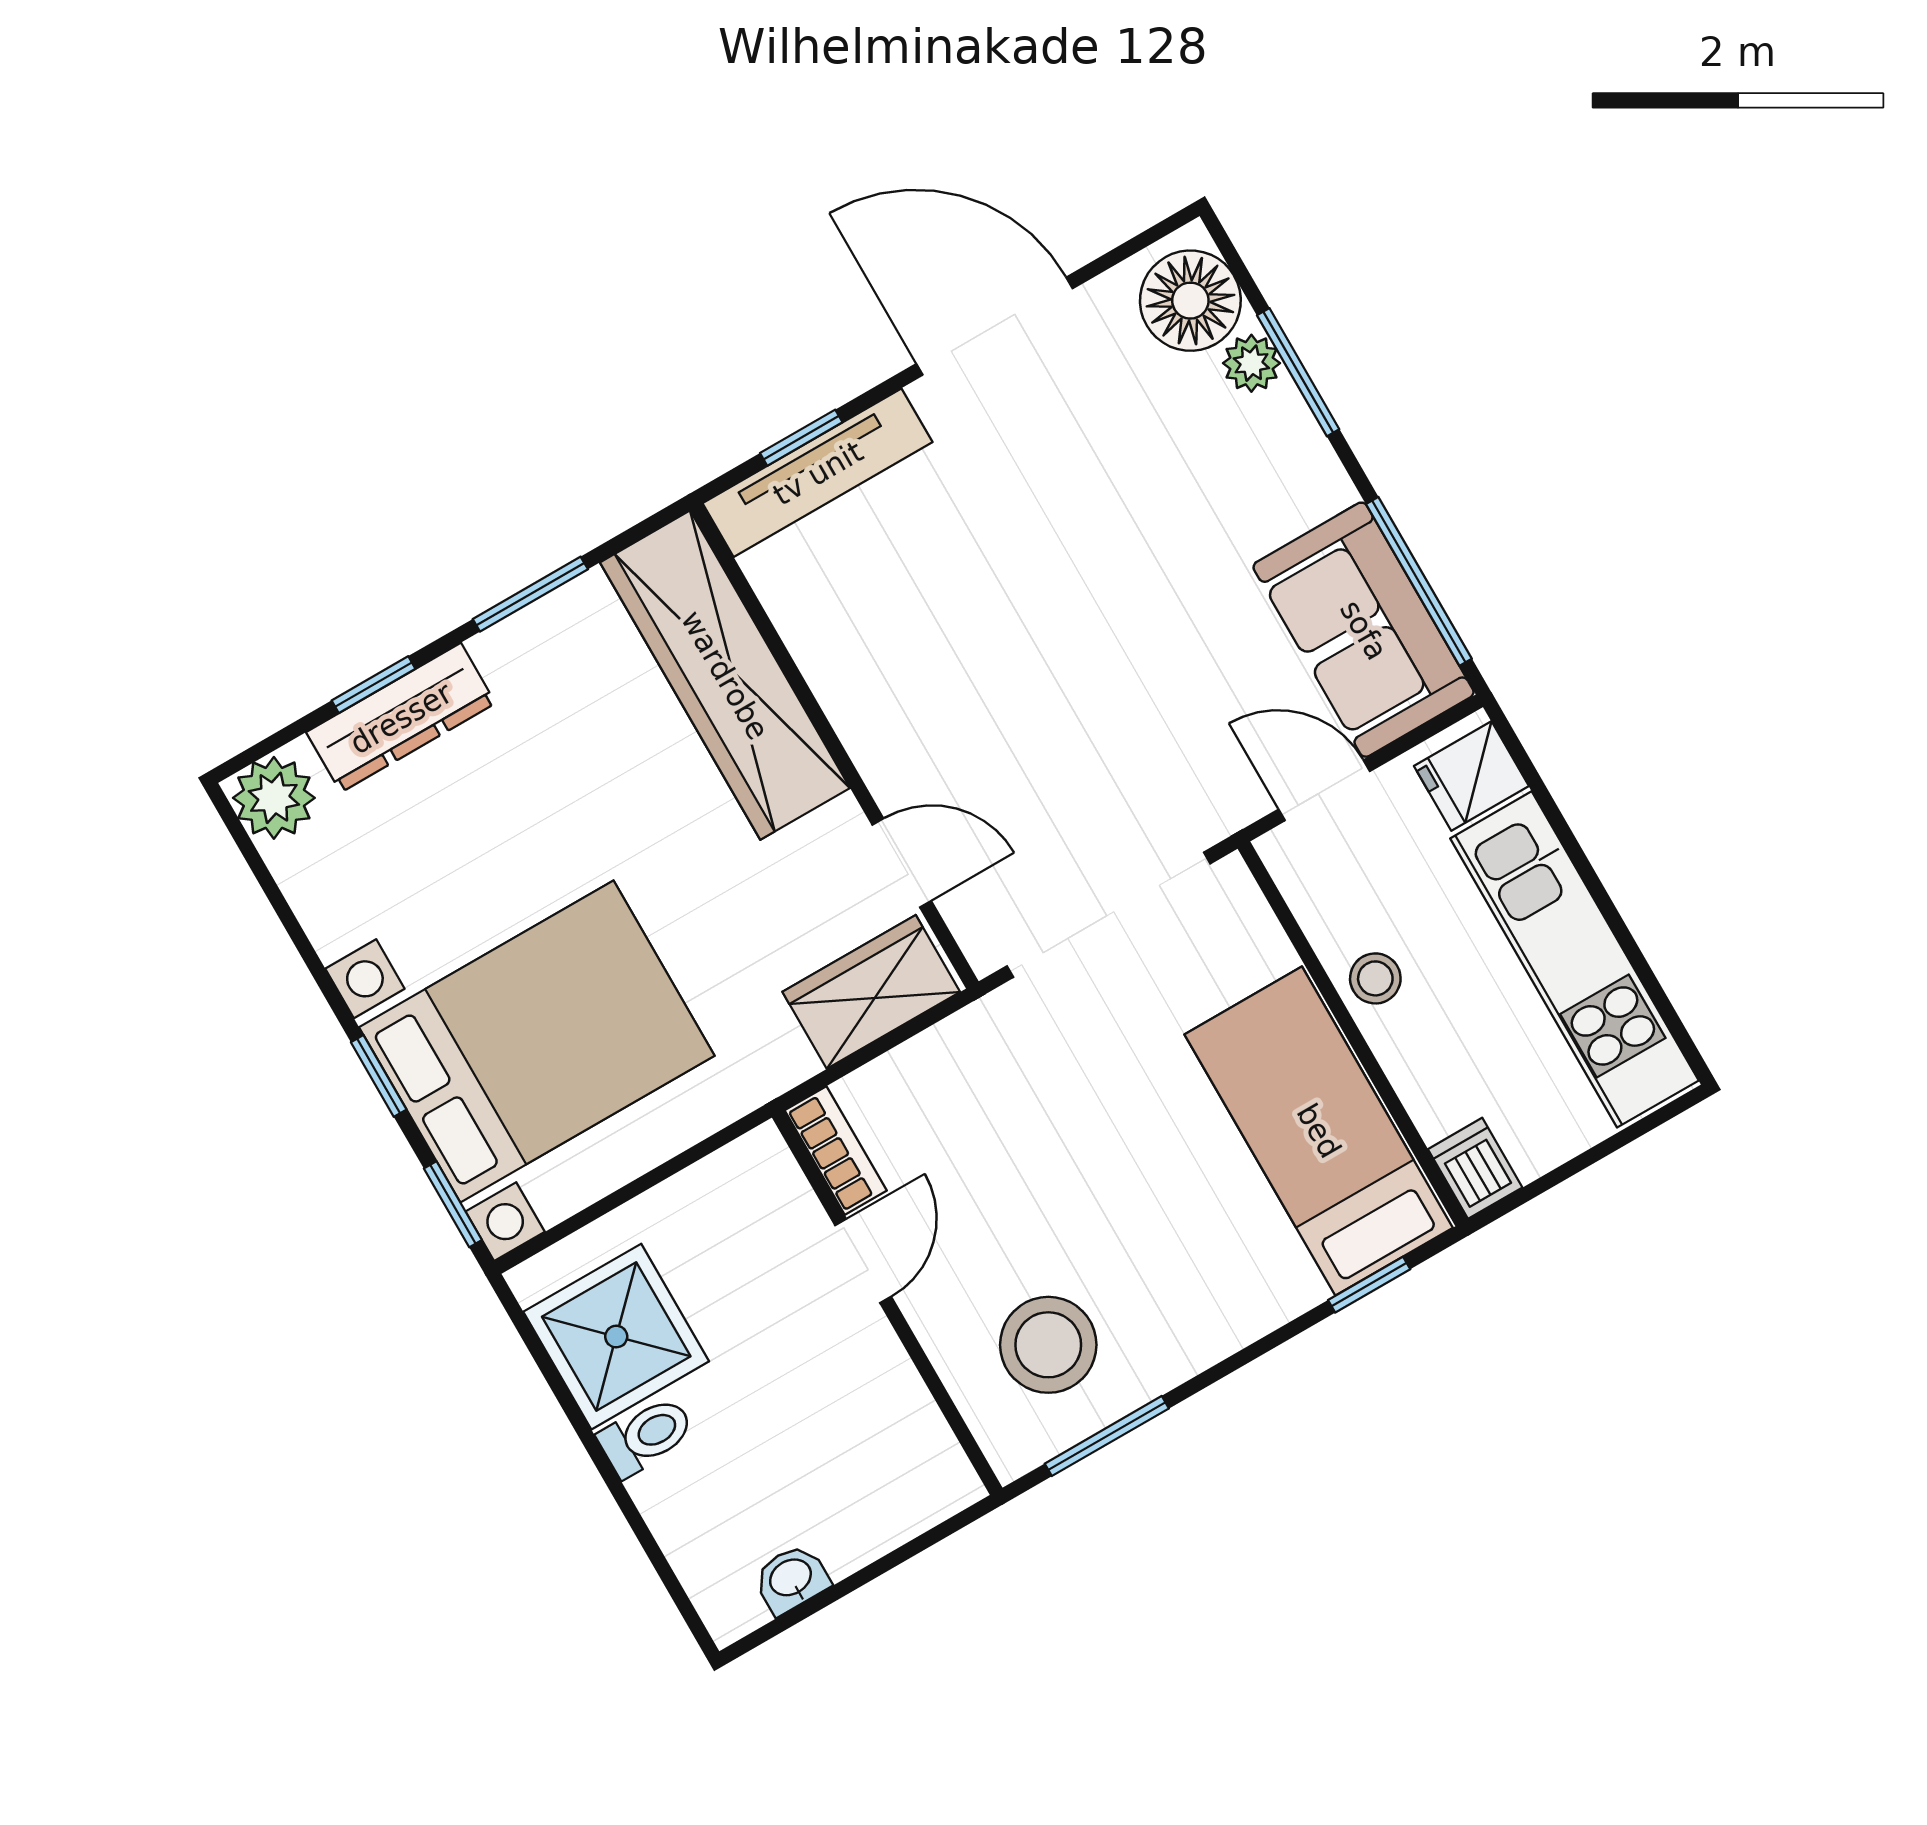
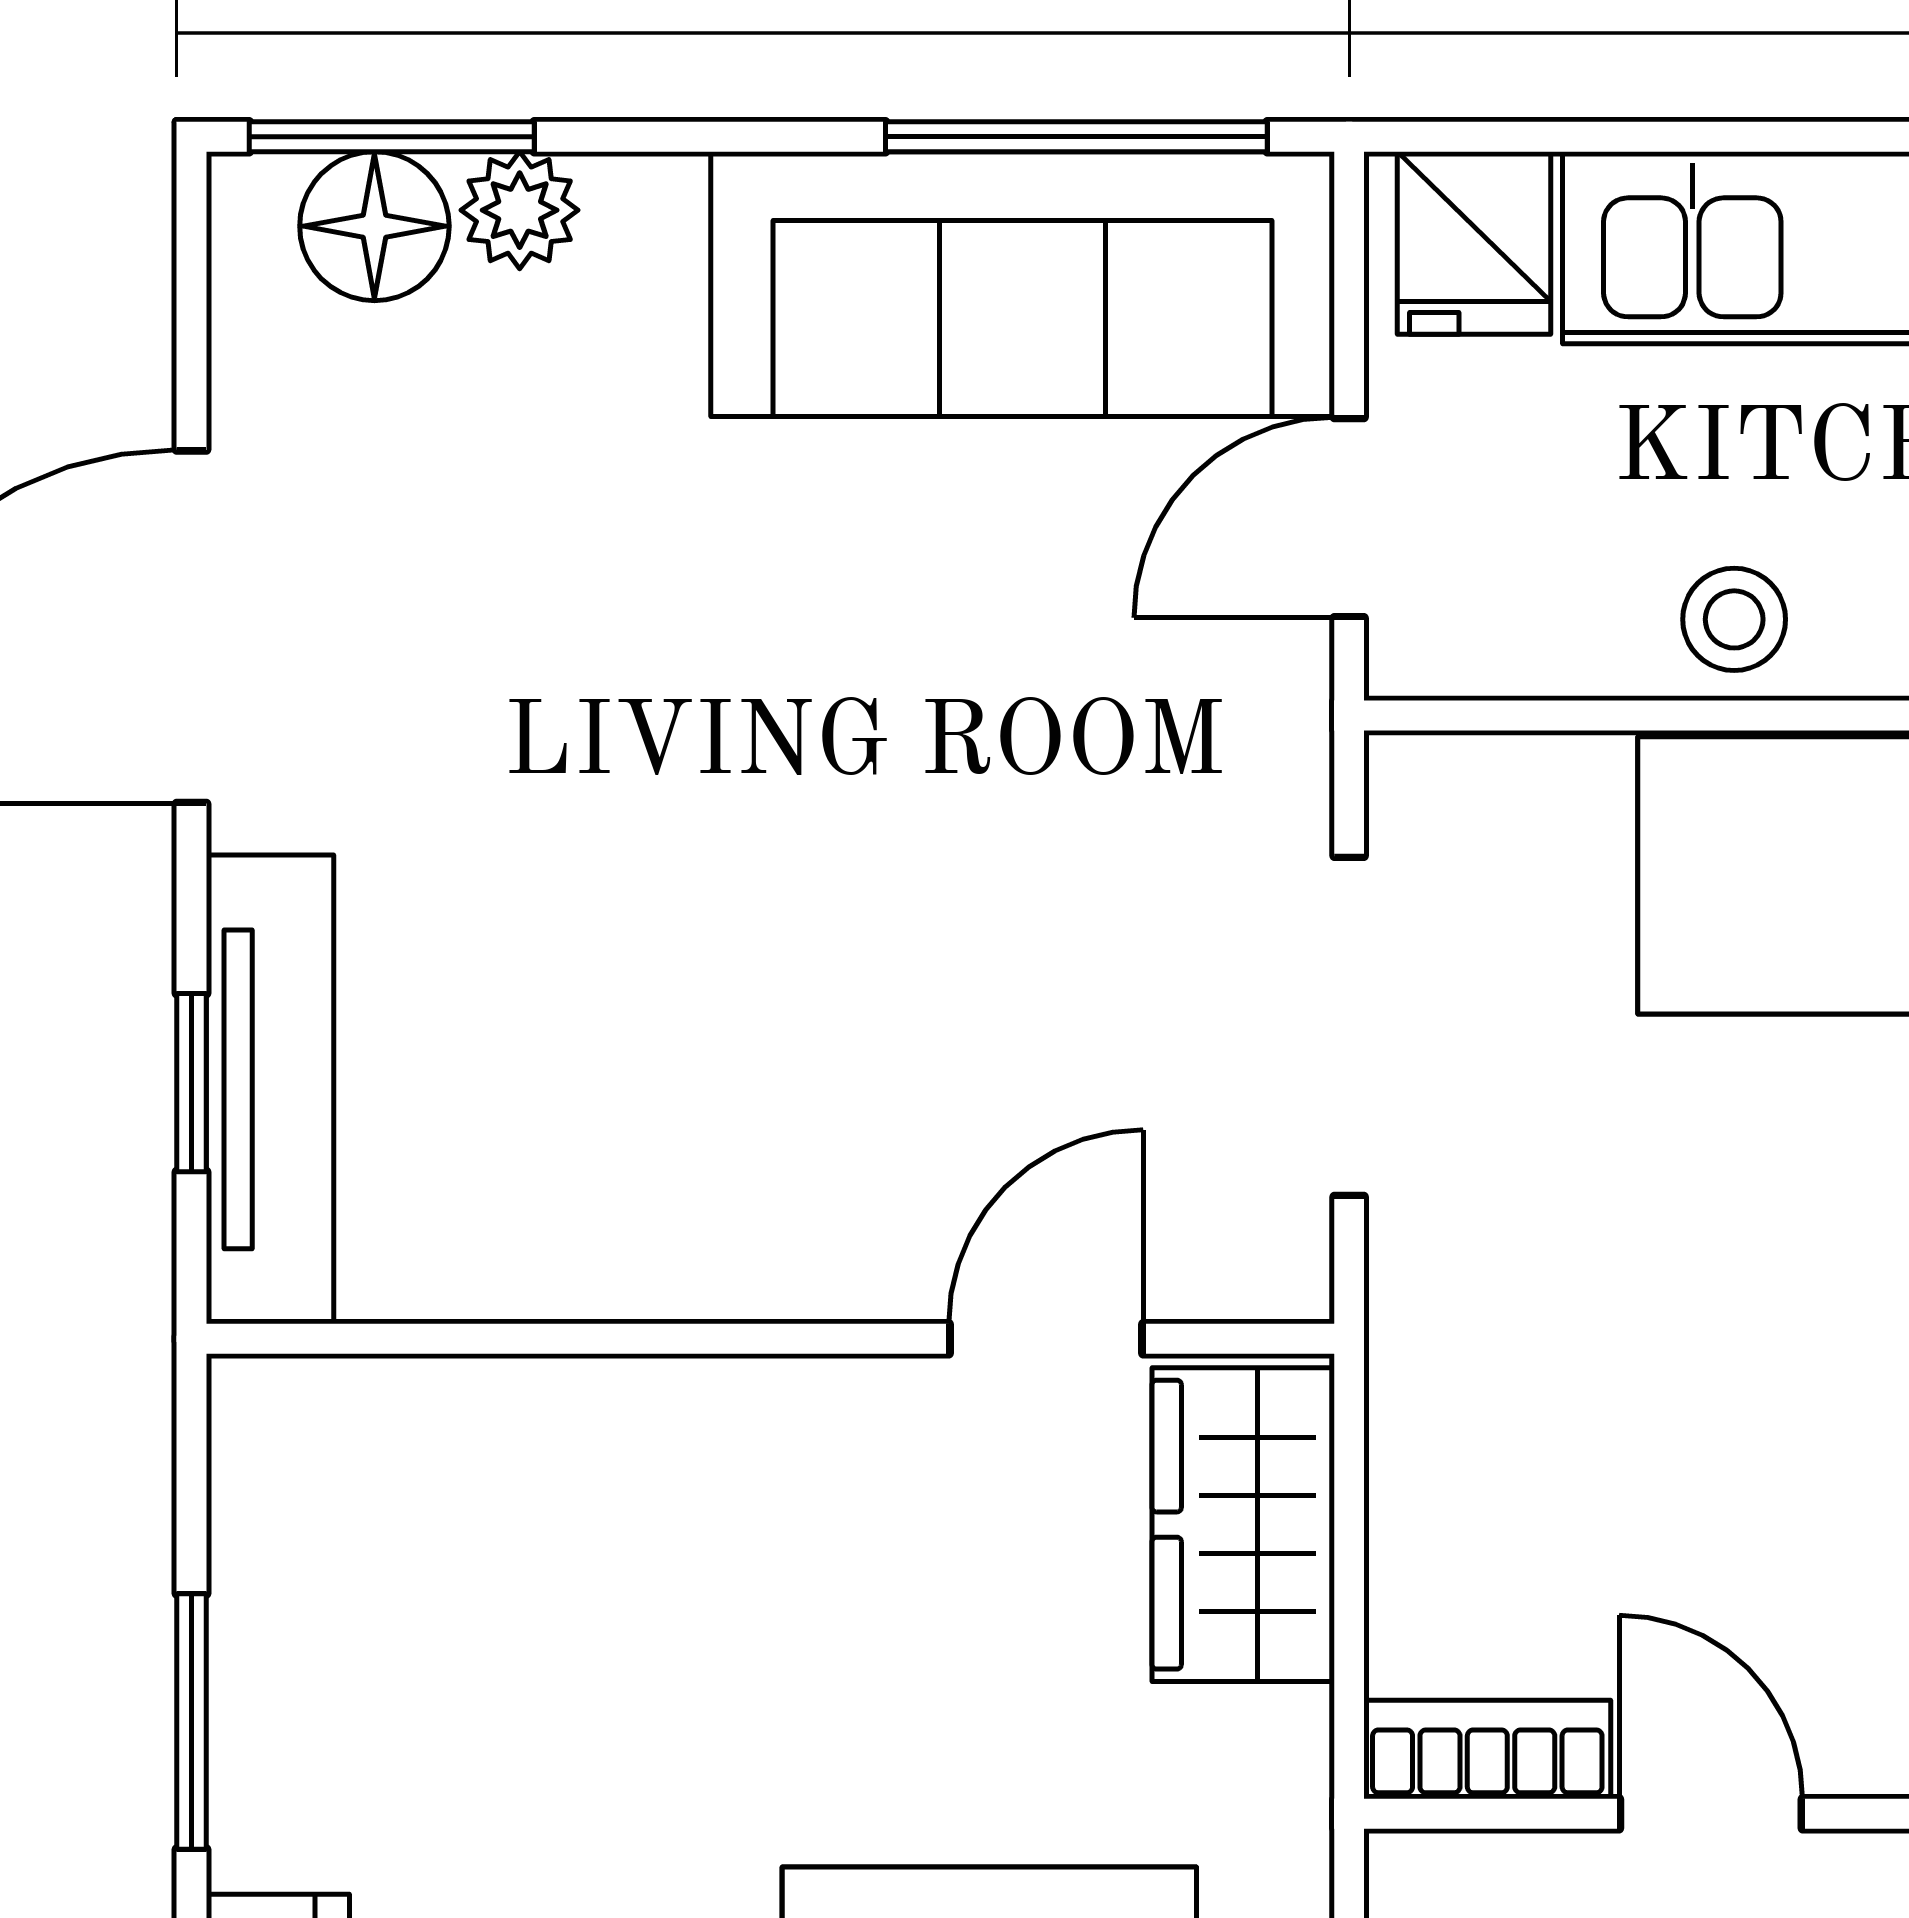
floor lamp: (1190, 301) -> (374, 226), width x0.73, depth x0.73
window: (1298, 372) -> (392, 137), moved
sofa: (1364, 630) -> (1023, 284), width x1.36
wardrobe: (725, 675) -> (534, 1460), removed
doorway: (1108, 915) -> (1349, 1026), width x0.73

